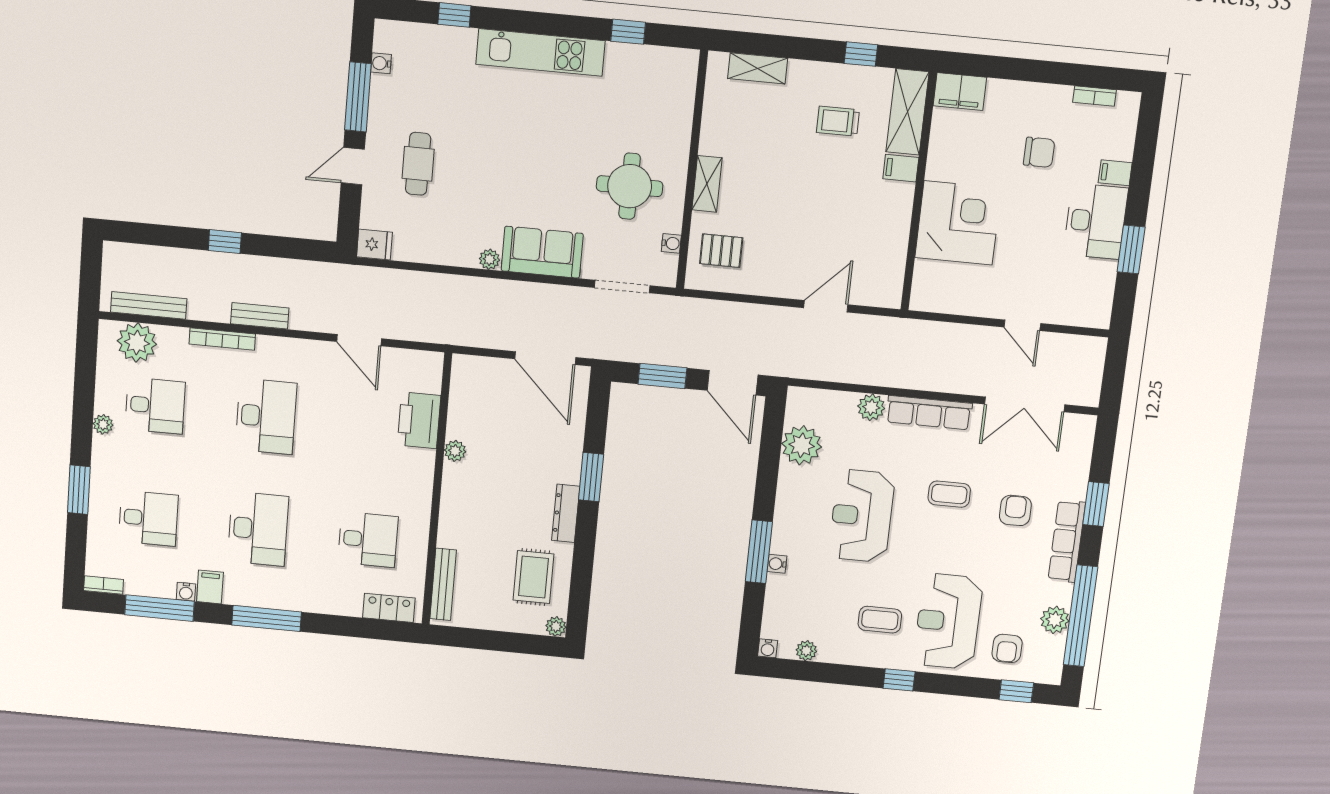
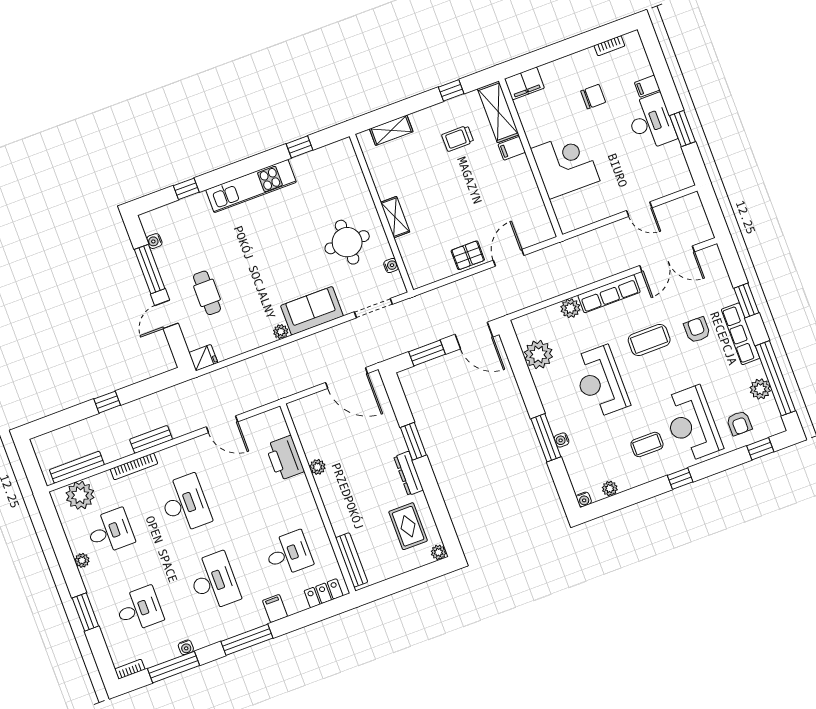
pallet: (721, 251) -> (468, 255), moved
coffee table: (949, 494) -> (649, 340), width x1.36, depth x1.30
filing cabinet: (210, 587) -> (275, 608), moved

